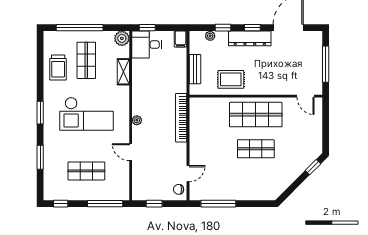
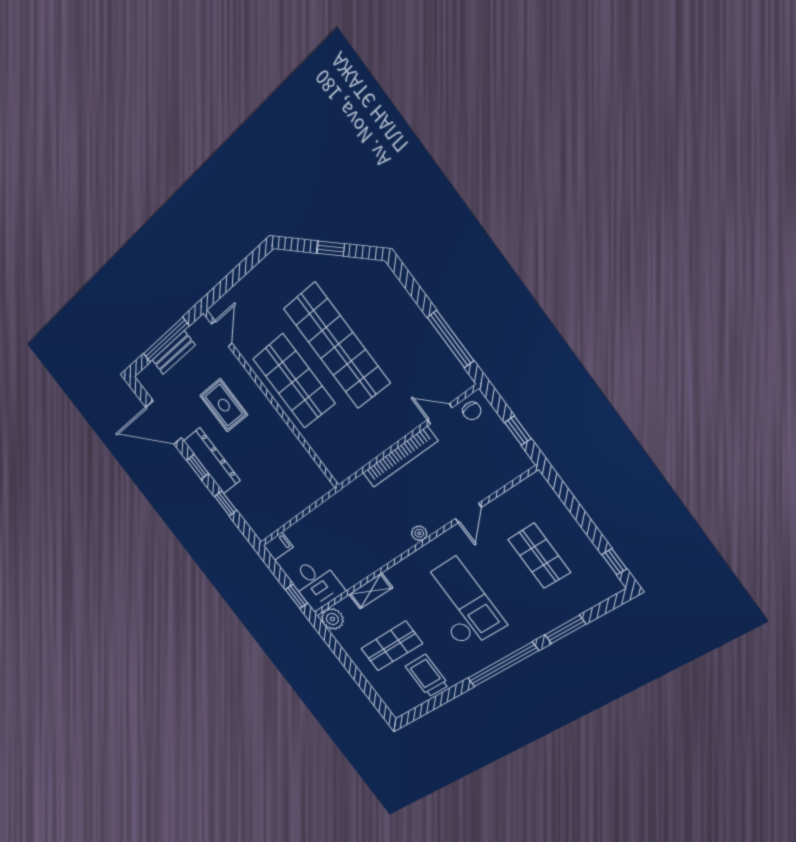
window: (80, 28) -> (359, 678), removed
plant: (210, 36) -> (247, 512), removed
trolley: (58, 67) -> (427, 676), turned -90
bench: (195, 69) -> (174, 353), moved
rug: (231, 79) -> (224, 405), moved
window: (40, 113) -> (503, 665), width x2.11
bookcase: (181, 118) -> (400, 457), moved
shop shelf: (256, 149) -> (337, 346), width x2.00, depth x1.36
window: (313, 167) -> (331, 248), moved
window: (105, 204) -> (569, 500), removed

